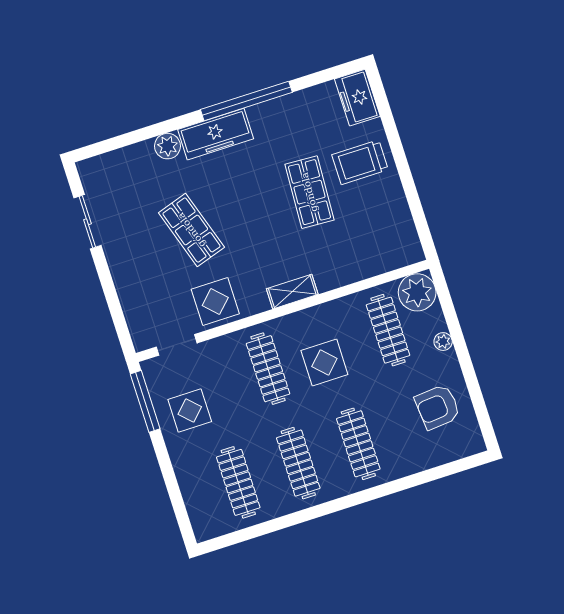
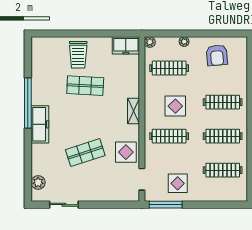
freezer: (357, 98) -> (126, 45), moved
plant: (167, 146) -> (38, 182), moved
plant: (417, 292) -> (150, 42), width x0.53, depth x0.53

